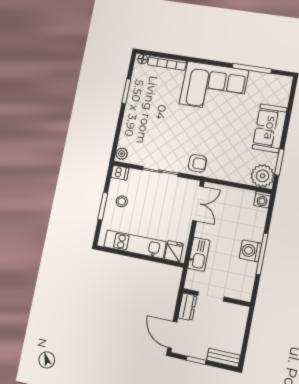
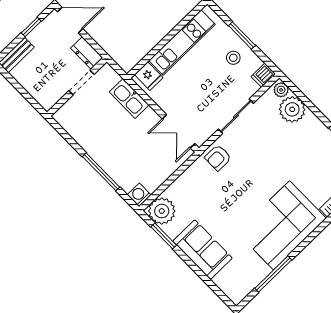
plant: (130, 137) -> (292, 109), added
washing machine: (250, 251) -> (99, 150), removed
window: (262, 254) -> (101, 172), moved

